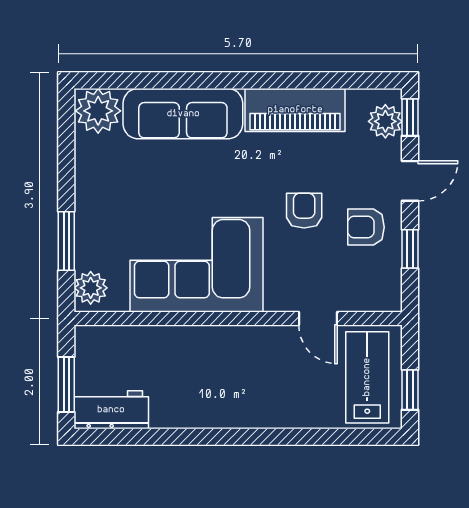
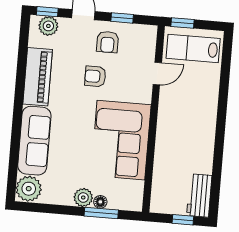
floor lamp: (86, 238) -> (100, 202), added
plant: (91, 288) -> (83, 198), moved
window: (66, 385) -> (183, 220), width x0.67
window: (410, 390) -> (182, 23), moved

